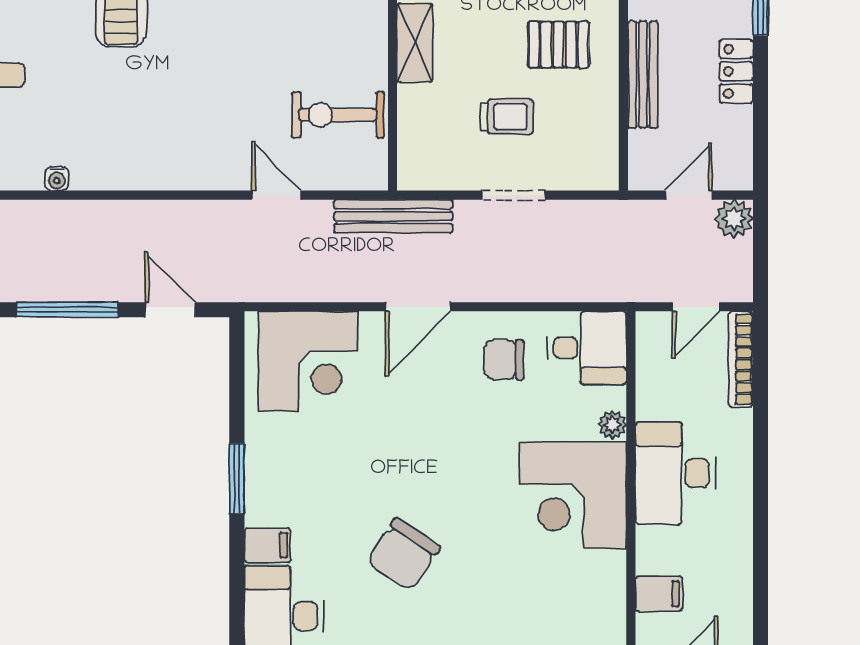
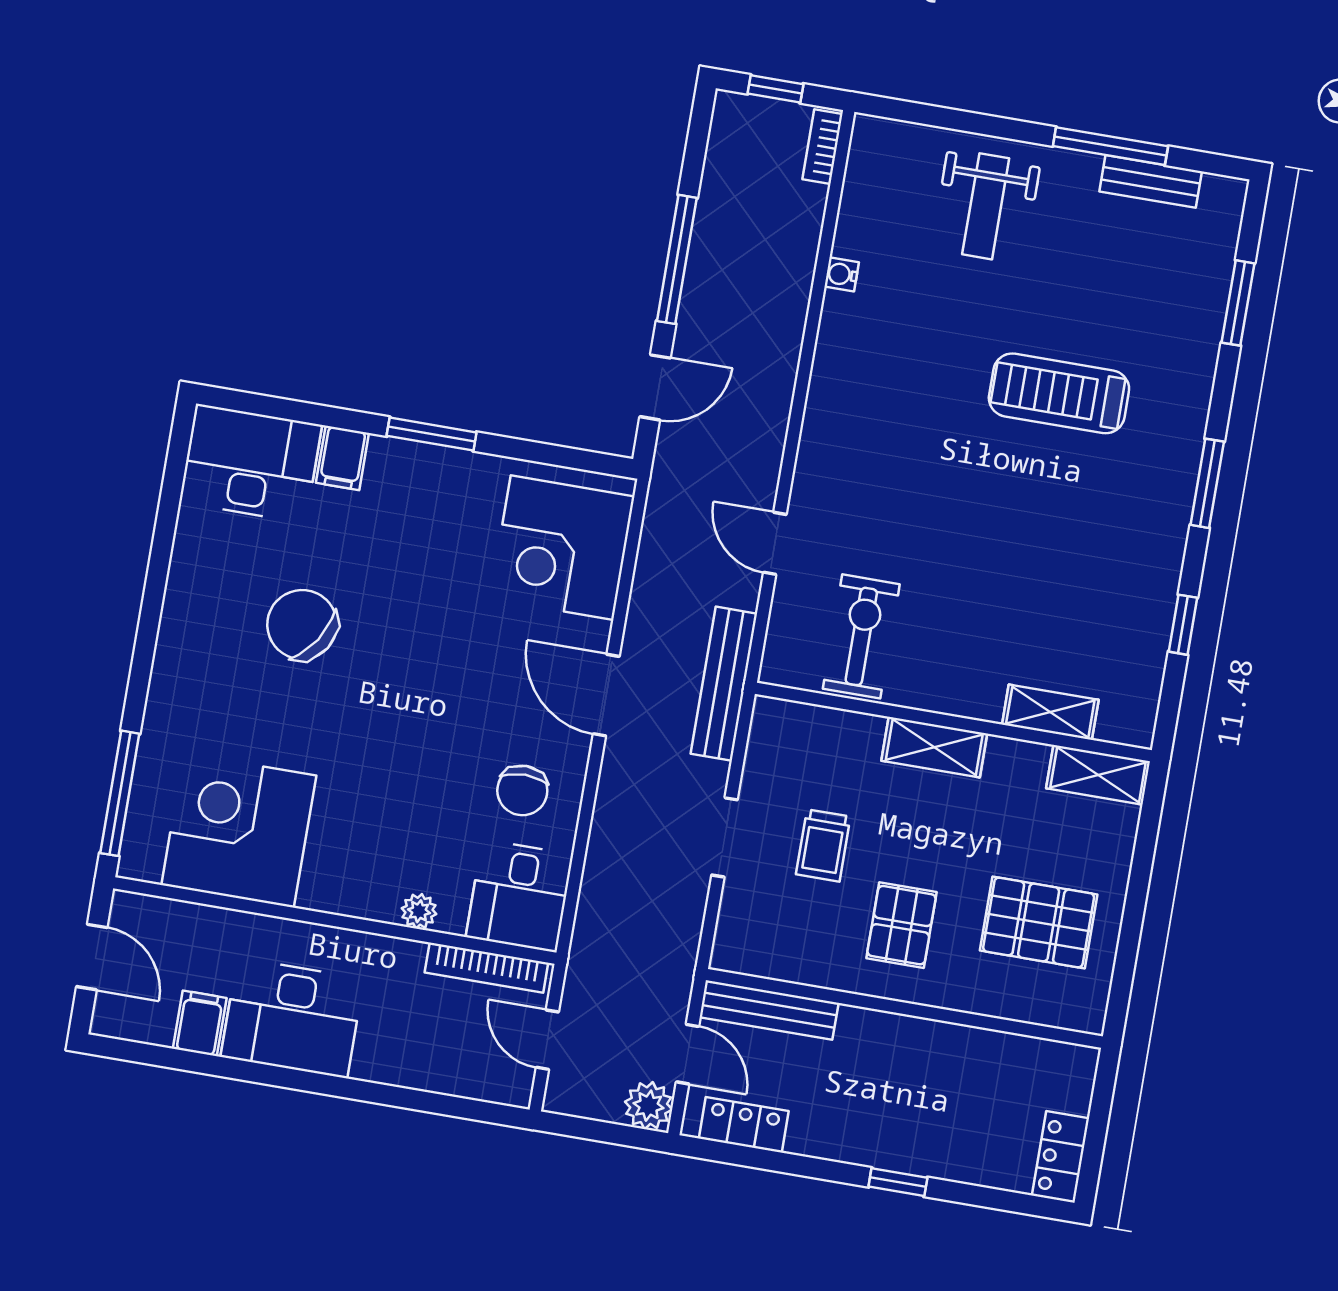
locker: (736, 71) -> (744, 1125), moved
bench: (643, 75) -> (769, 1010), moved
door: (277, 195) -> (775, 543), swing flipped
bookcase: (741, 359) -> (486, 968), moved, turned 180
chair: (504, 360) -> (522, 790), turned 180
desk: (675, 473) -> (292, 1018), moved, turned 180
corner desk: (573, 495) -> (239, 830), moved
filing cabinet: (659, 594) -> (200, 1023), moved, turned 180

